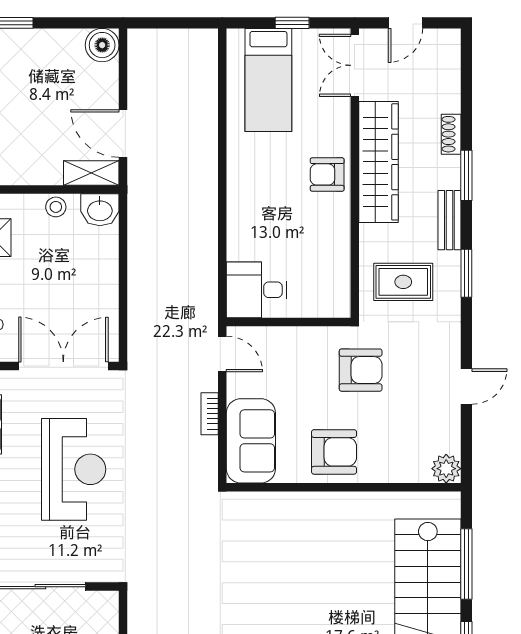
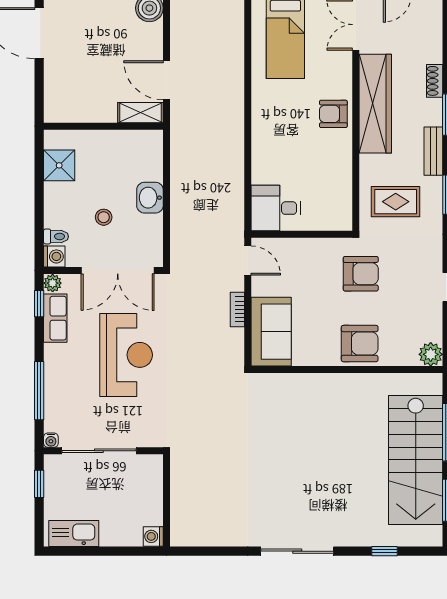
stool: (56, 207) -> (104, 217), moved
washbasin: (100, 210) -> (150, 198), moved, turned 90
double door: (63, 366) -> (118, 270), swing flipped
armchair: (334, 452) -> (360, 344), moved

